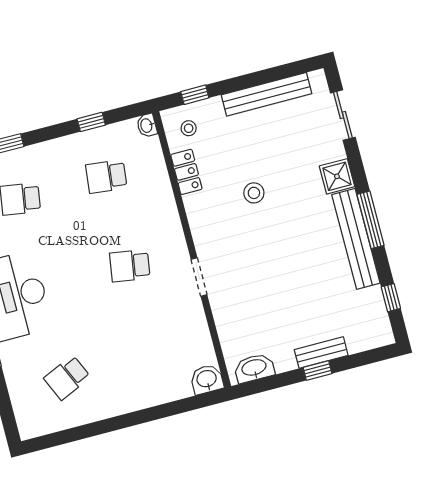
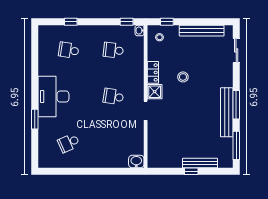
window: (91, 122) -> (127, 22), moved
locker: (186, 172) -> (153, 72), moved
shower: (337, 176) -> (155, 92), moved
window: (391, 298) -> (236, 145), width x2.17
bench: (321, 353) -> (200, 163), width x1.36
washbasin: (254, 368) -> (161, 162), removed

